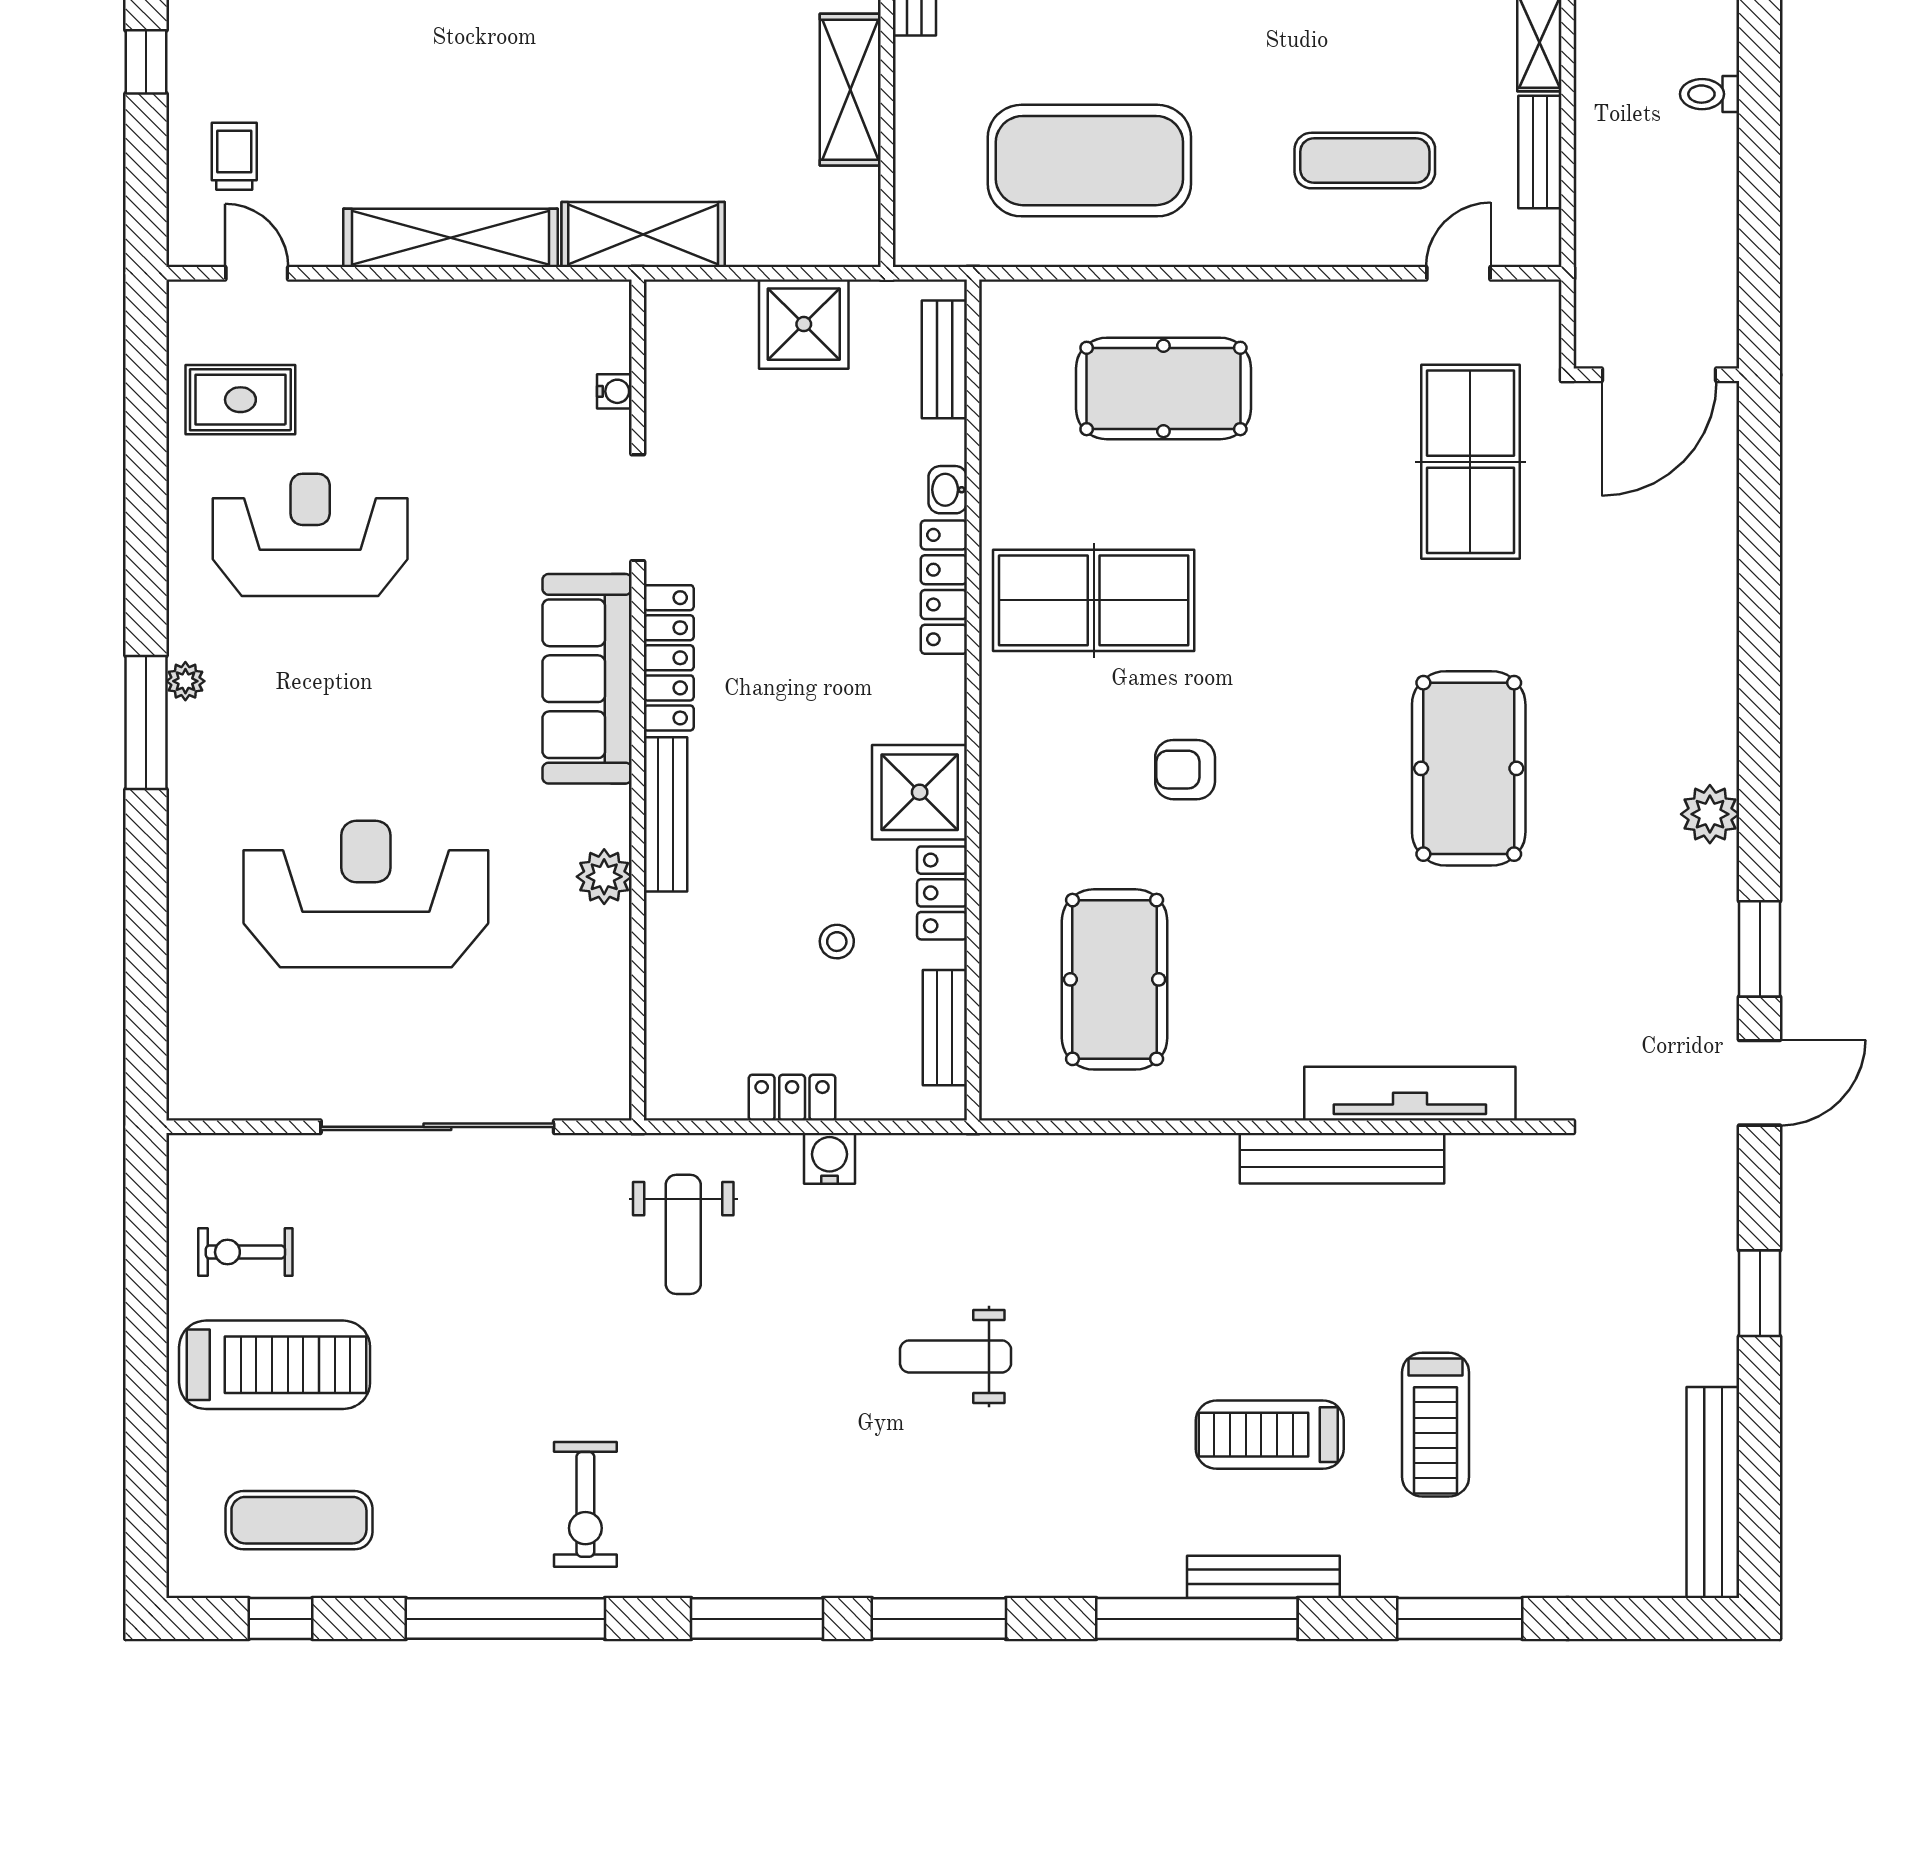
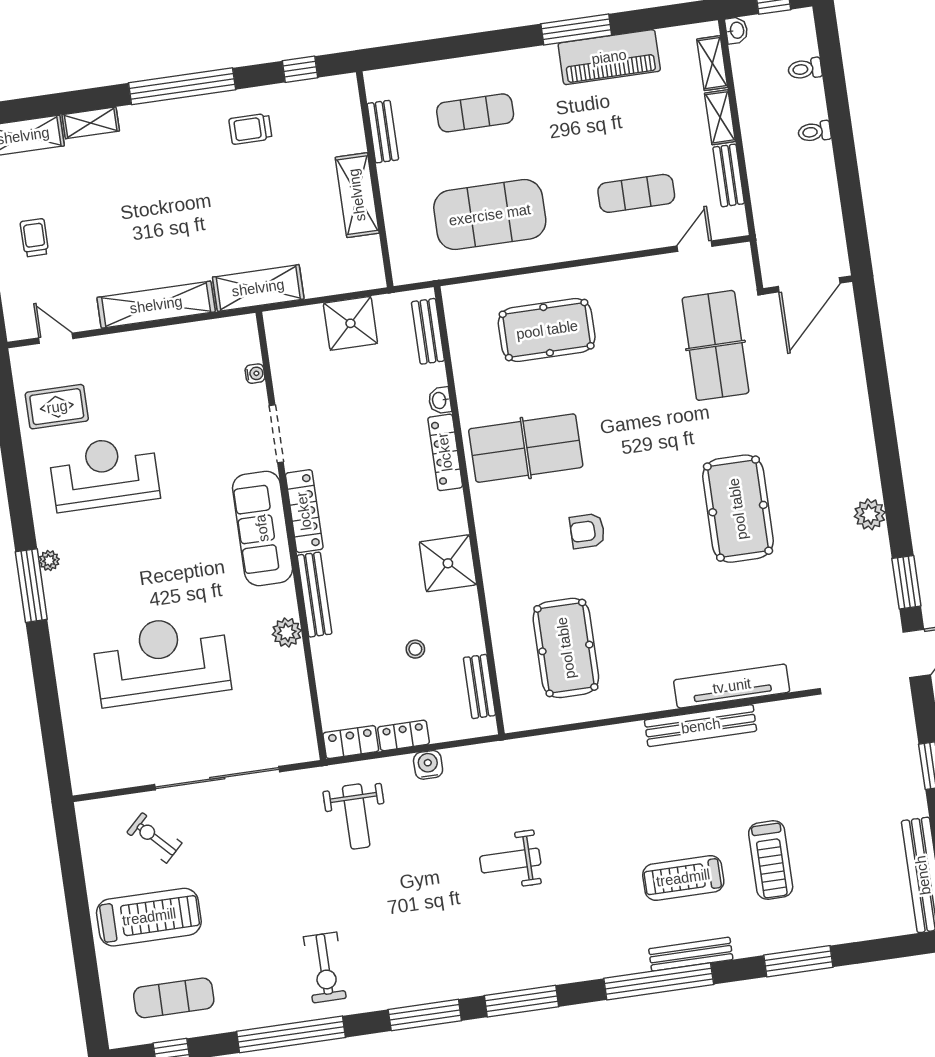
trolley: (234, 156) -> (34, 238), moved
locker: (942, 893) -> (351, 742), moved, turned 90
exercise bike: (245, 1252) -> (154, 838), moved, turned 46

